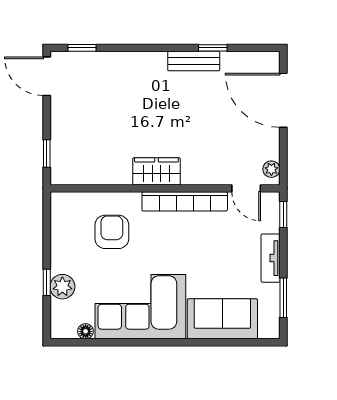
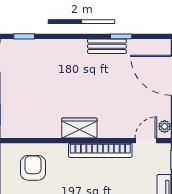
door: (246, 188) -> (146, 141), swing flipped
armchair: (112, 232) -> (33, 168), moved

